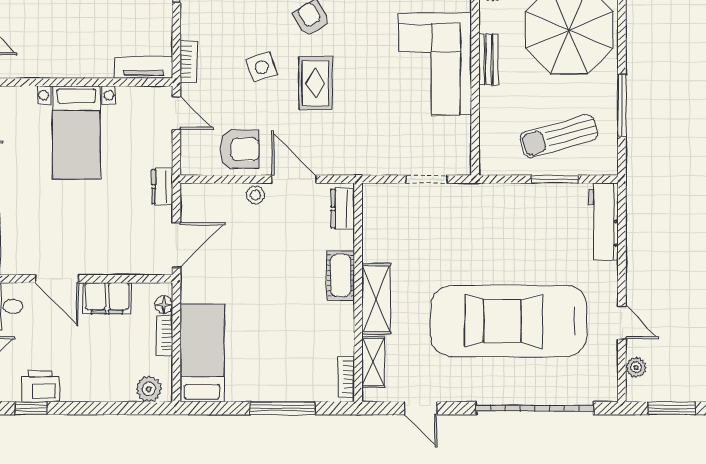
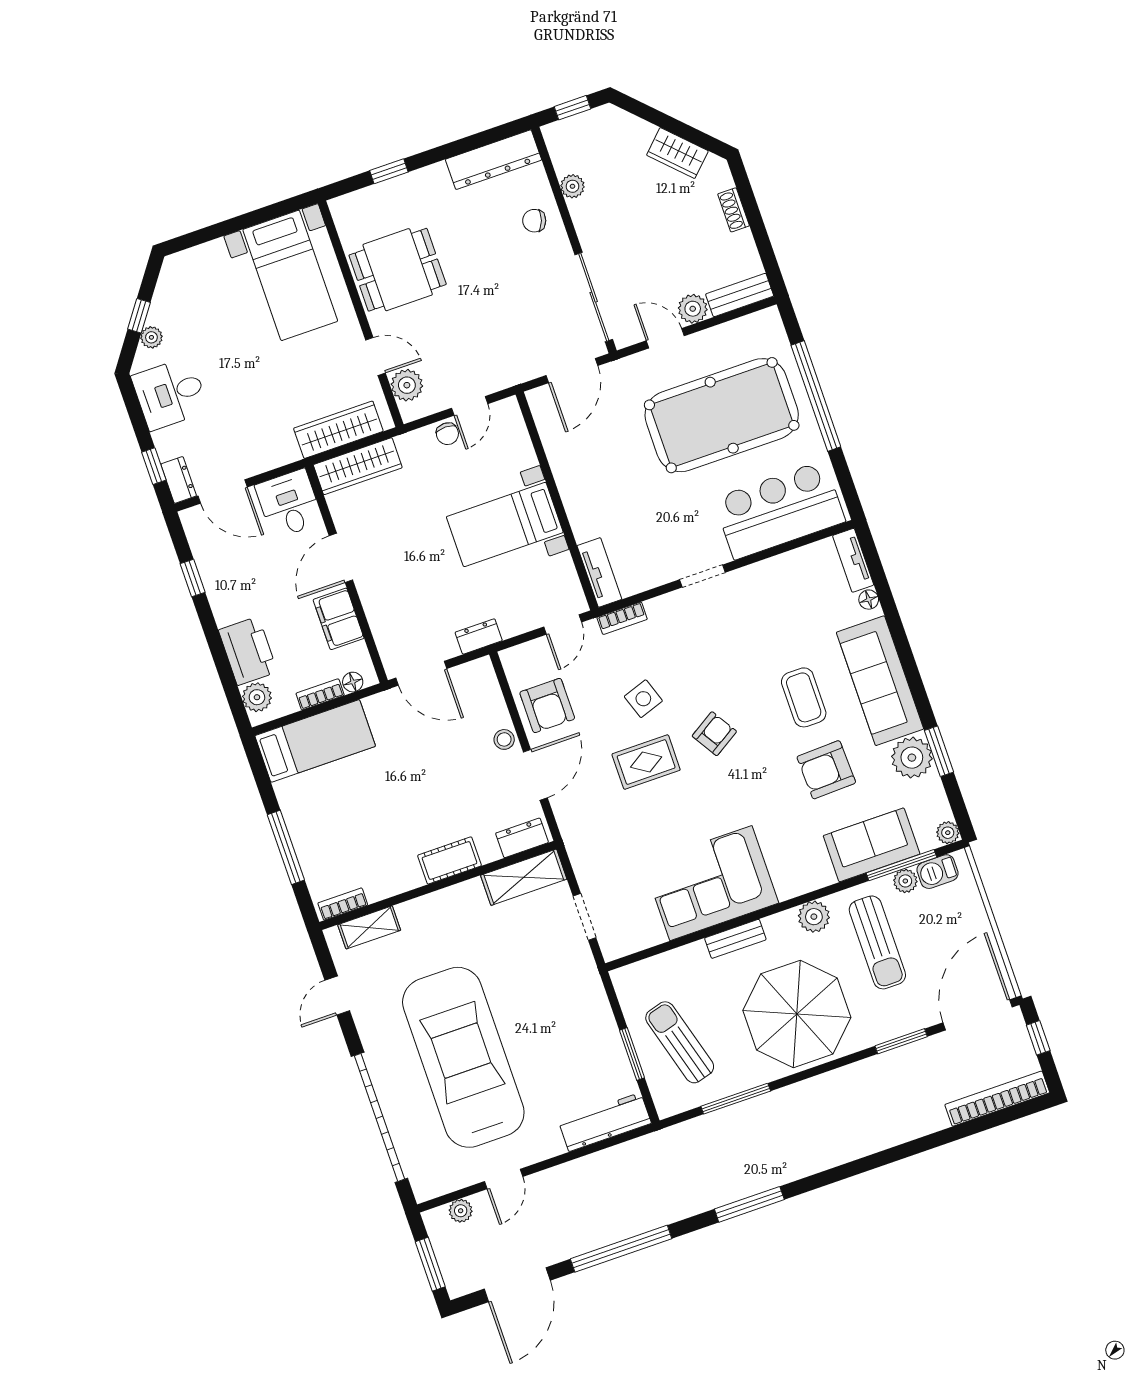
shelving: (376, 299) -> (524, 877), moved
printer: (41, 386) -> (248, 651), moved, width x1.37, depth x1.19

